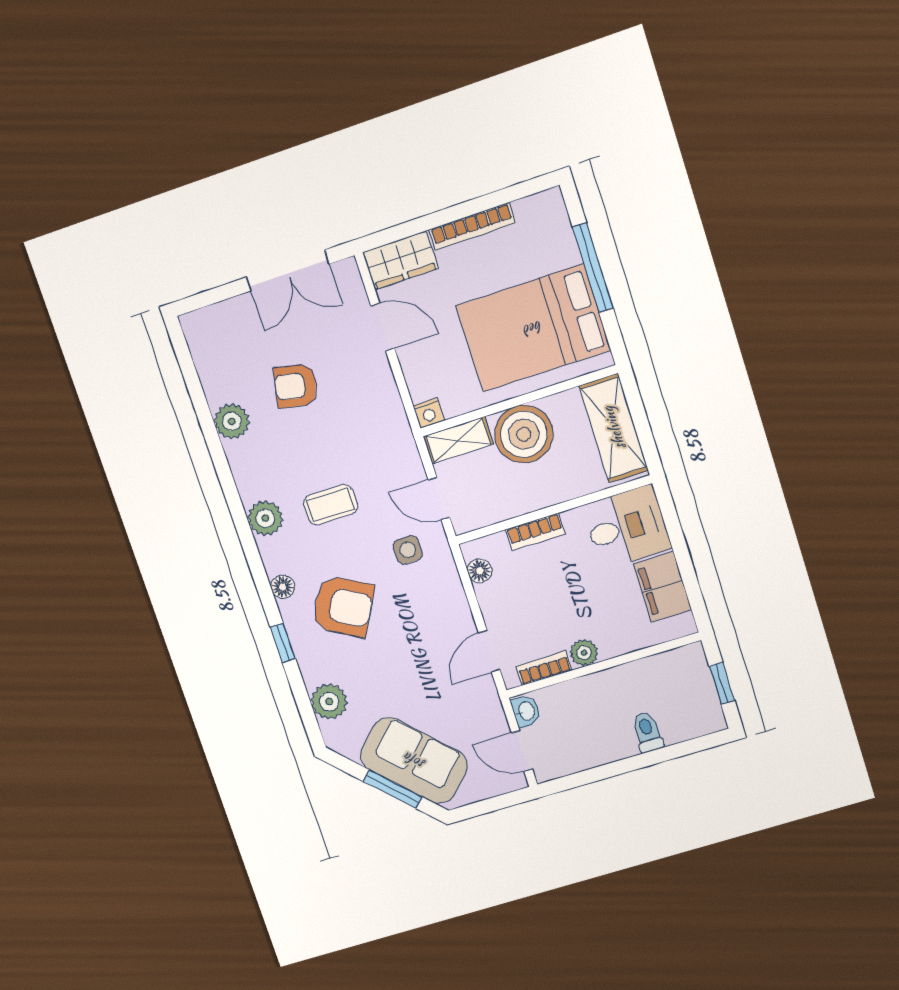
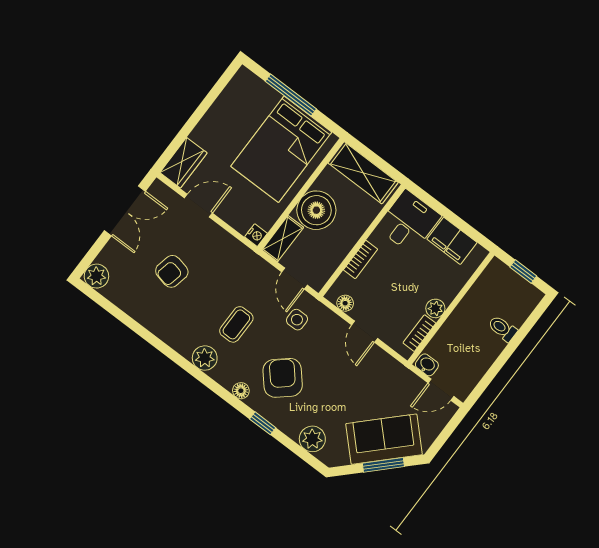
bookcase: (472, 226) -> (210, 118), removed
plant: (232, 421) -> (96, 276), moved
door: (439, 499) -> (294, 279), hinge flipped
armchair: (343, 606) -> (283, 378), turned -70
door: (489, 651) -> (365, 332), moved

